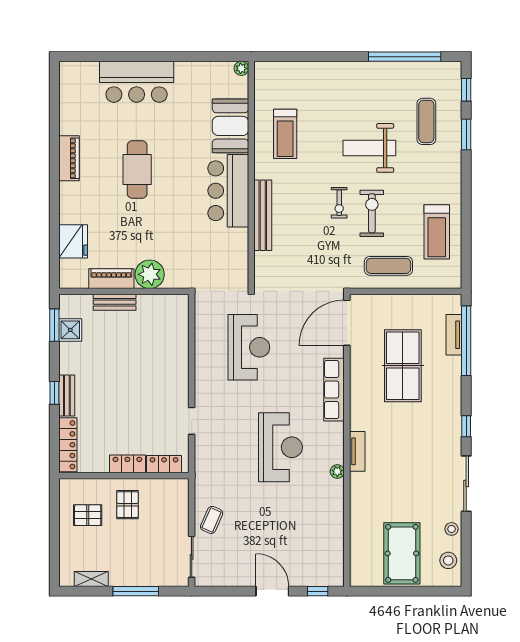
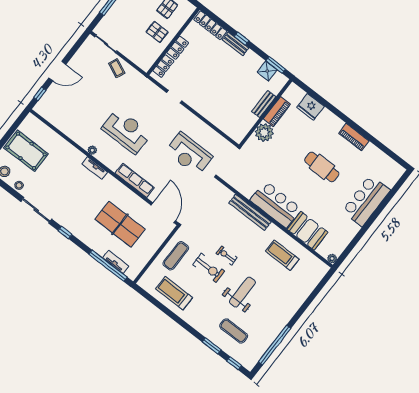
reception desk: (281, 447) -> (127, 131), turned 180

